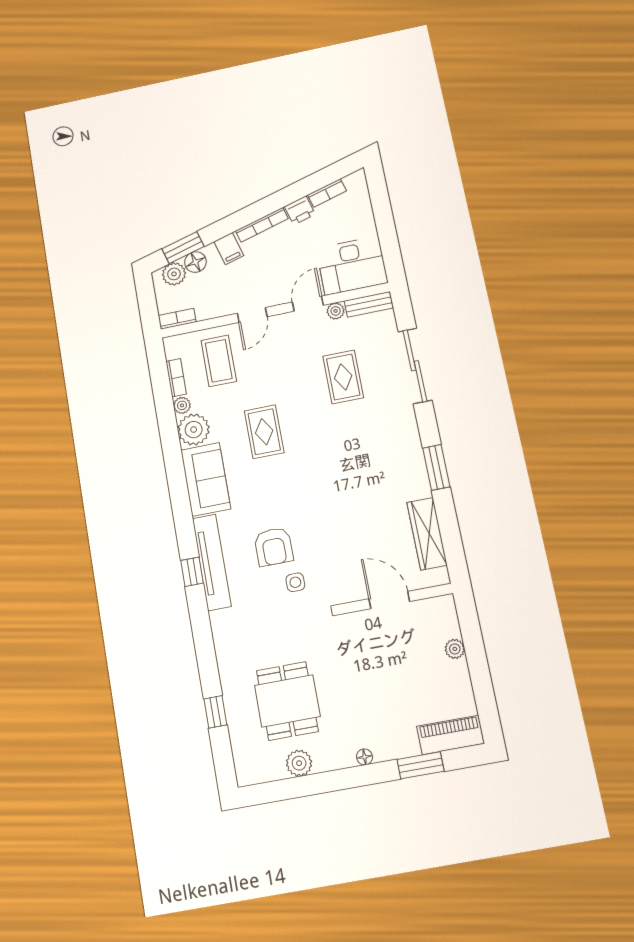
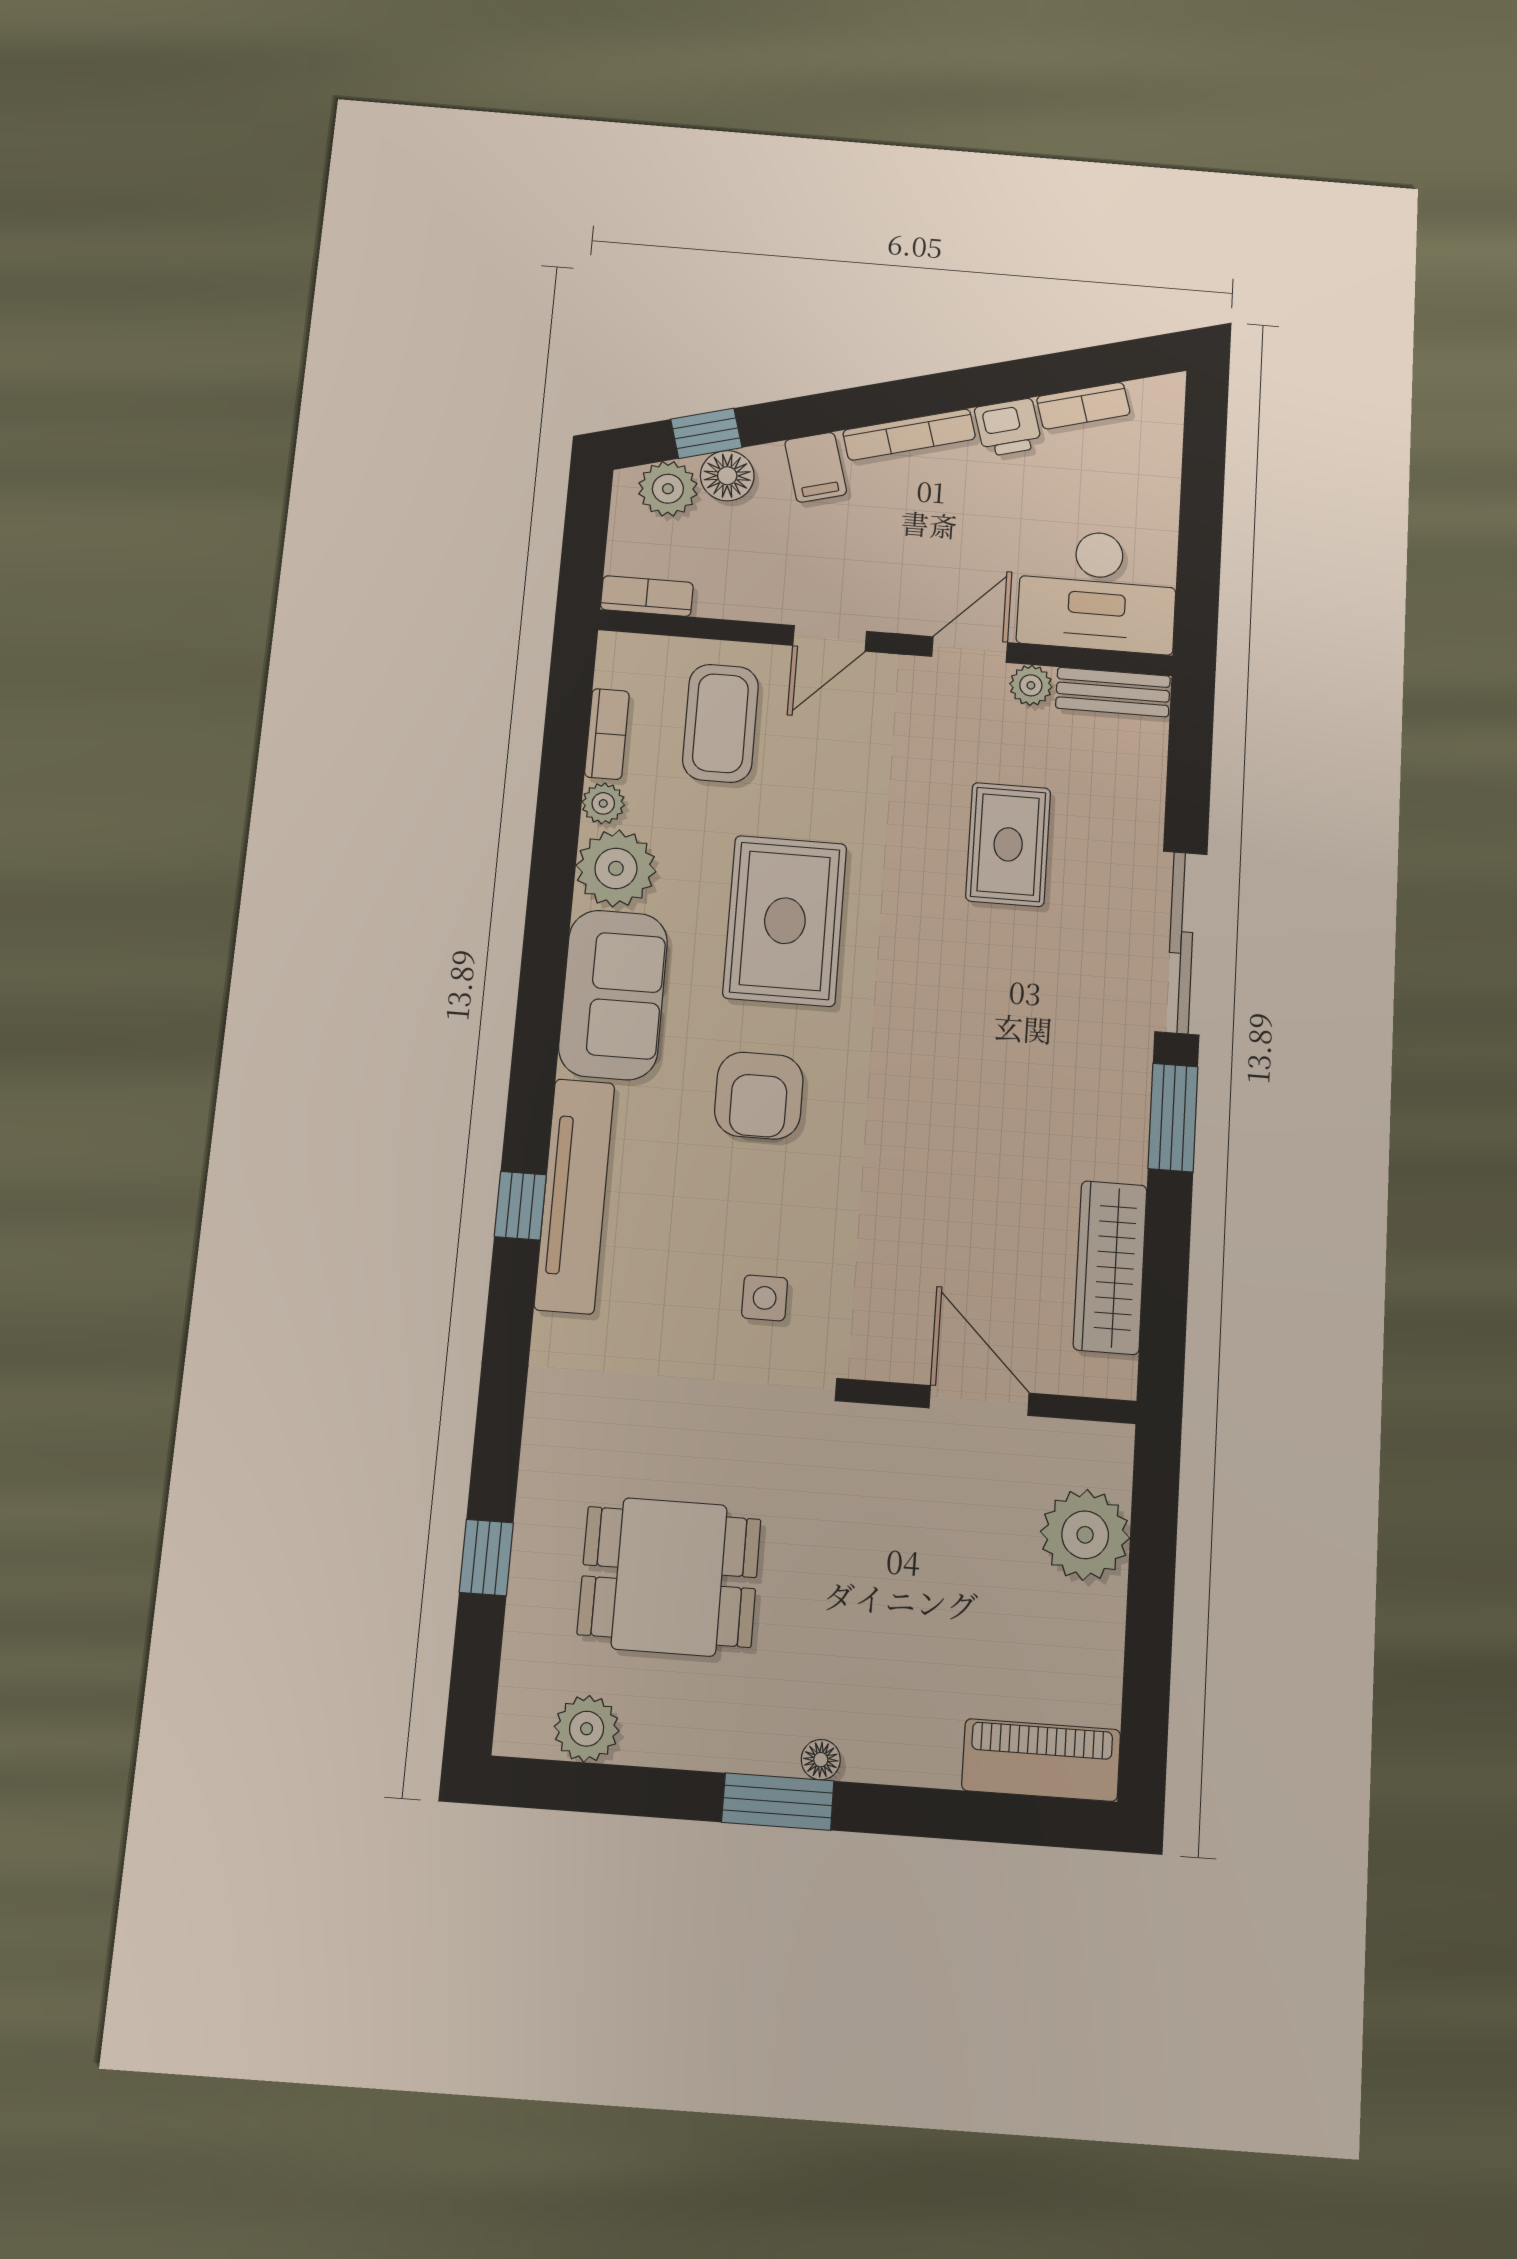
window: (183, 248) -> (706, 433), width x0.67
sliding door: (415, 366) -> (1181, 942), moved
rug: (264, 432) -> (785, 921), width x1.36, depth x1.43
armchair: (274, 547) -> (759, 1096), moved
plant: (455, 649) -> (1085, 1535), width x1.88, depth x1.88
dining table: (287, 701) -> (669, 1577), turned 90
plant: (299, 763) -> (587, 1729), moved
window: (421, 765) -> (778, 1802), moved

